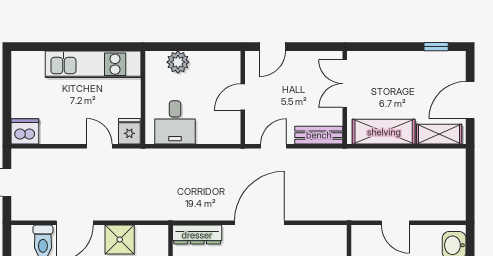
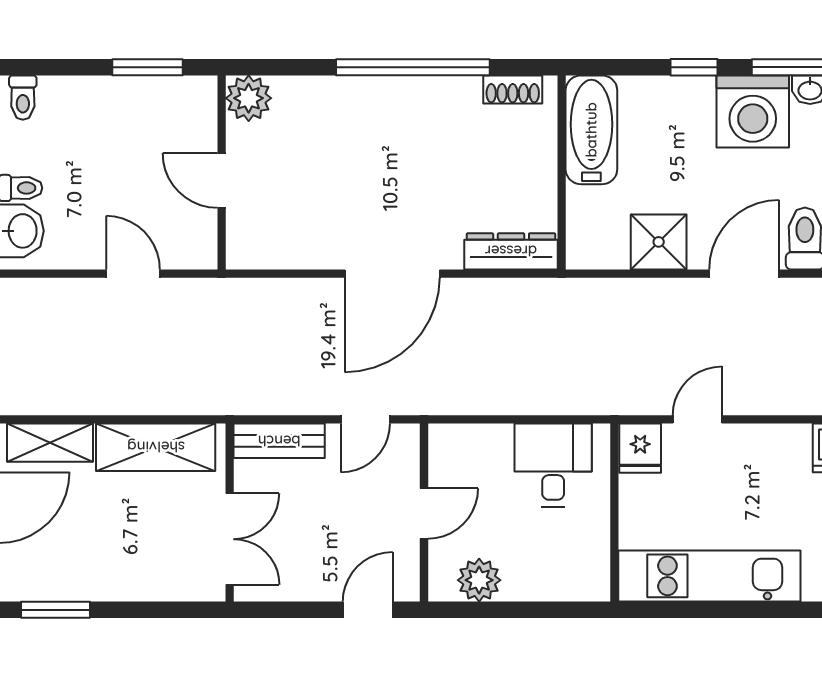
window: (436, 47) -> (55, 610), width x1.50
plant: (178, 62) -> (479, 580), moved
door: (99, 146) -> (697, 419), swing flipped

